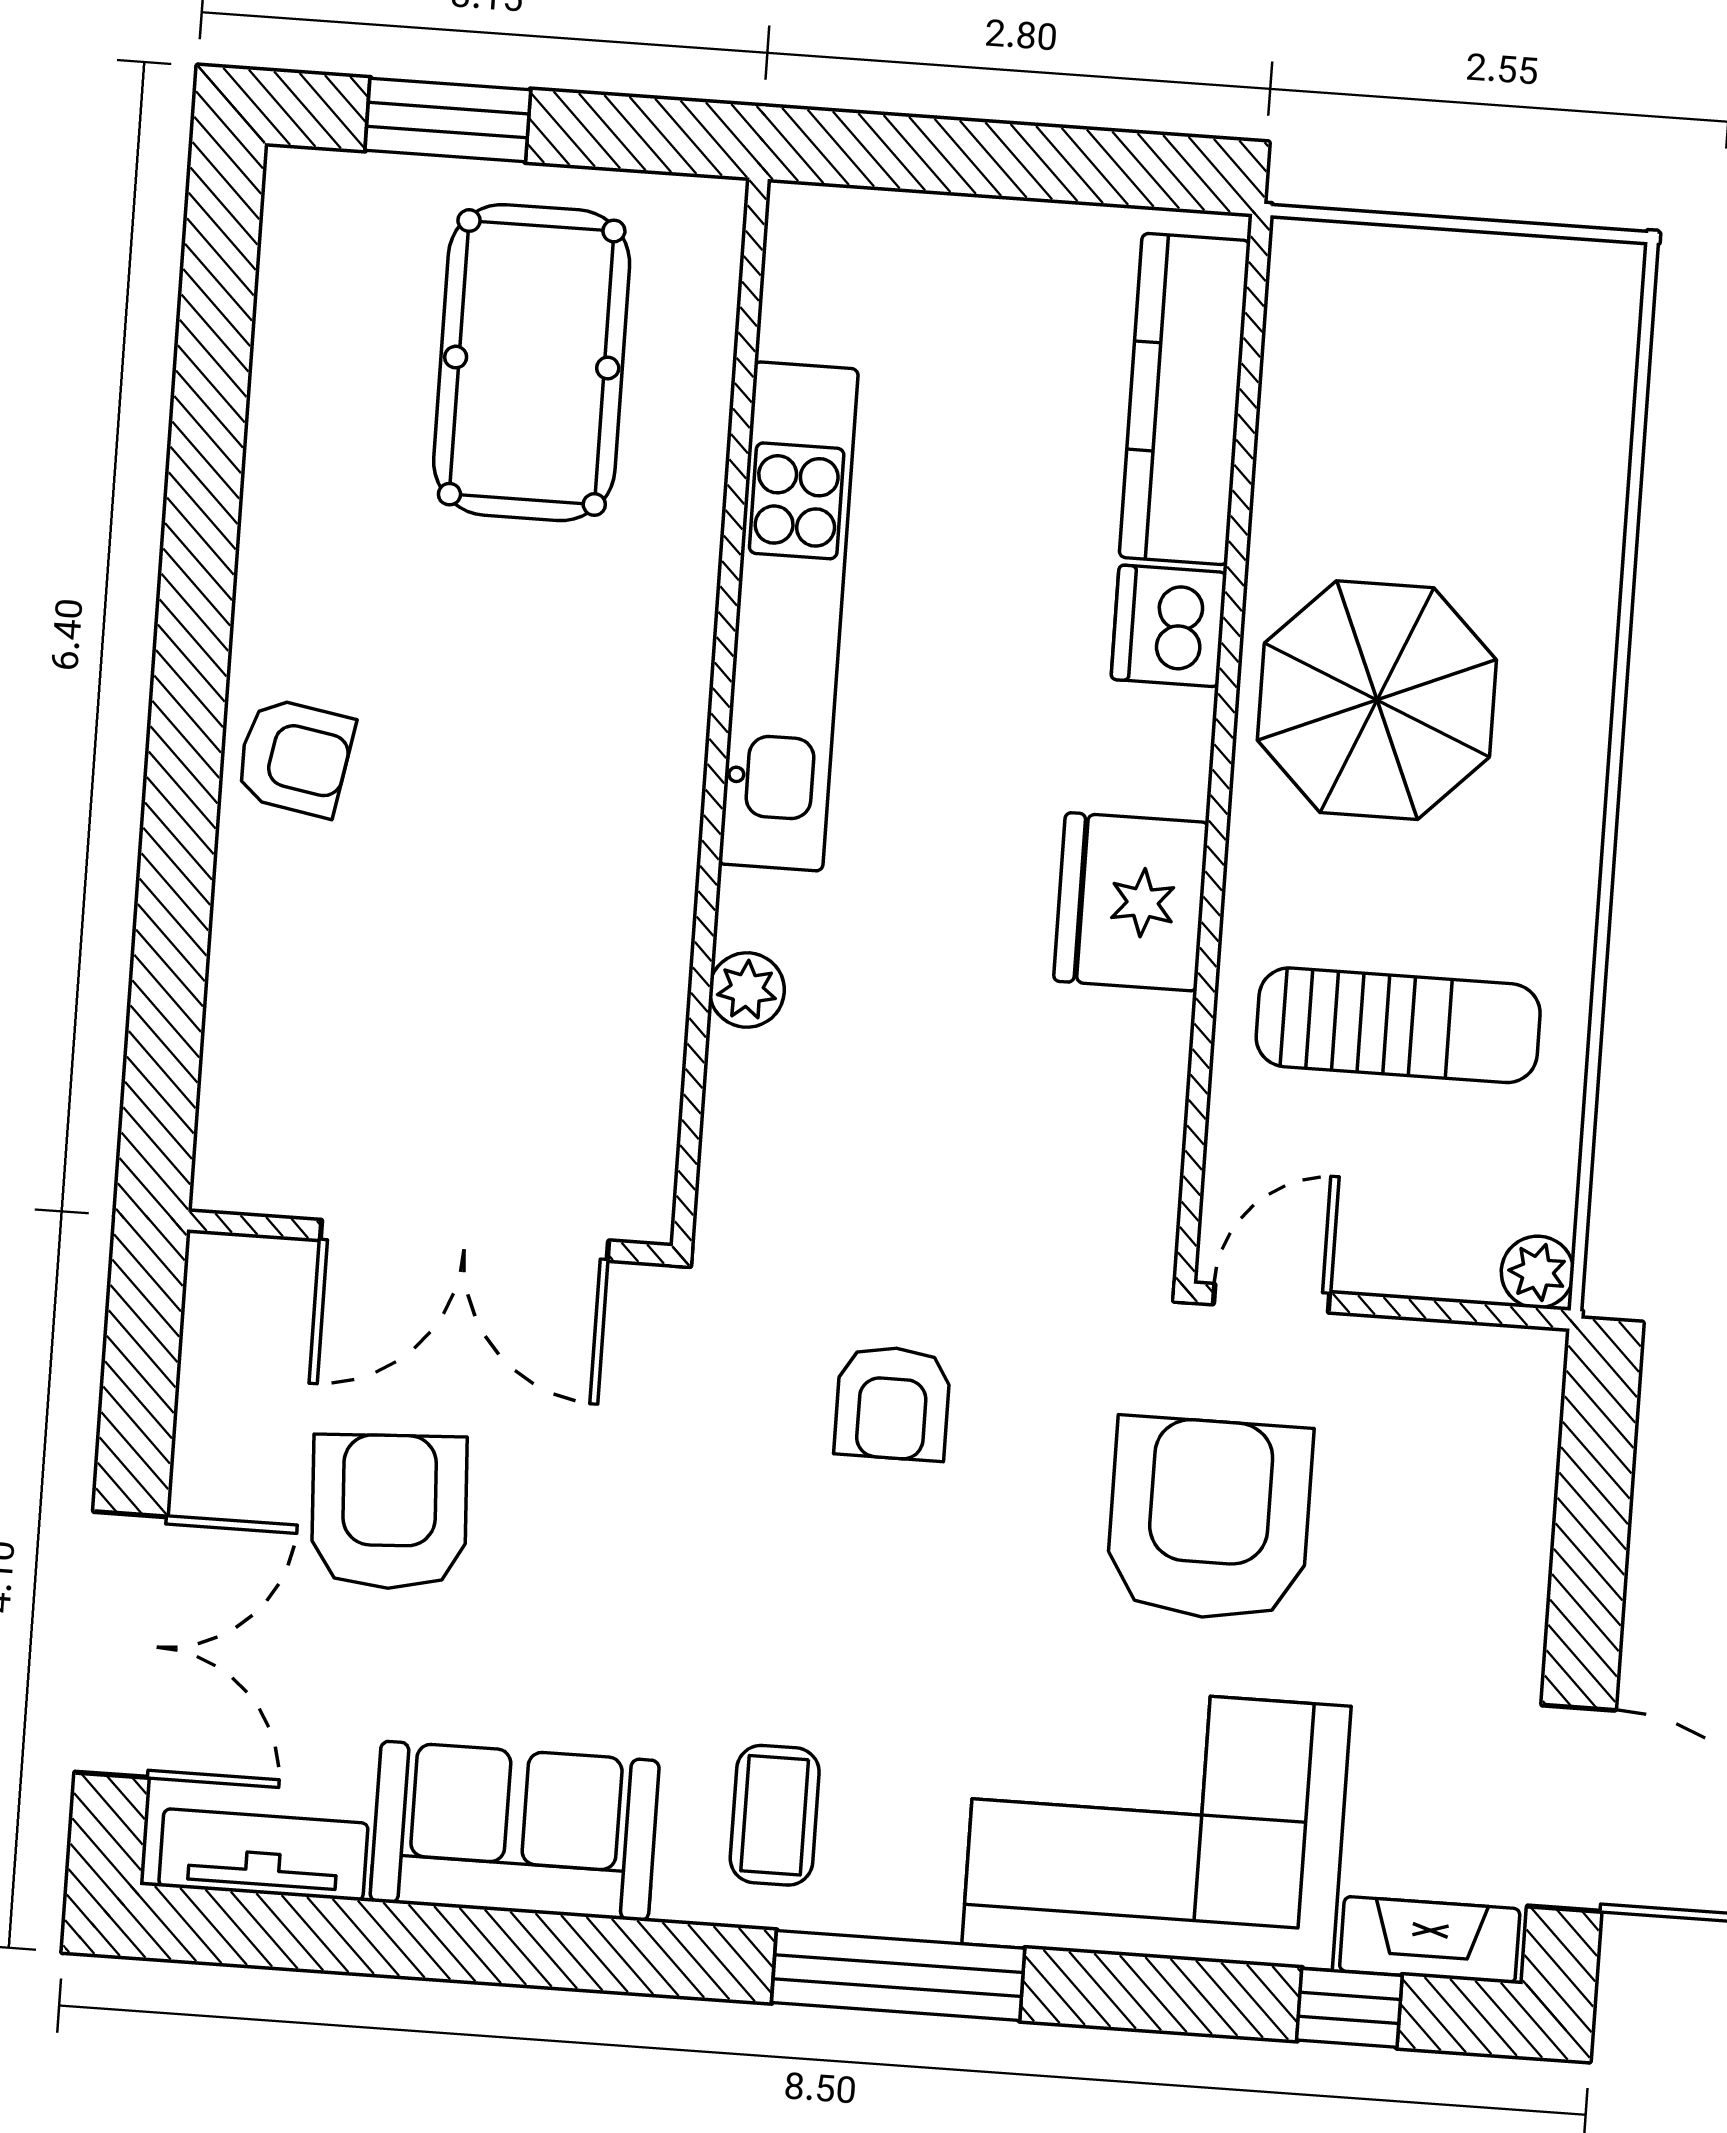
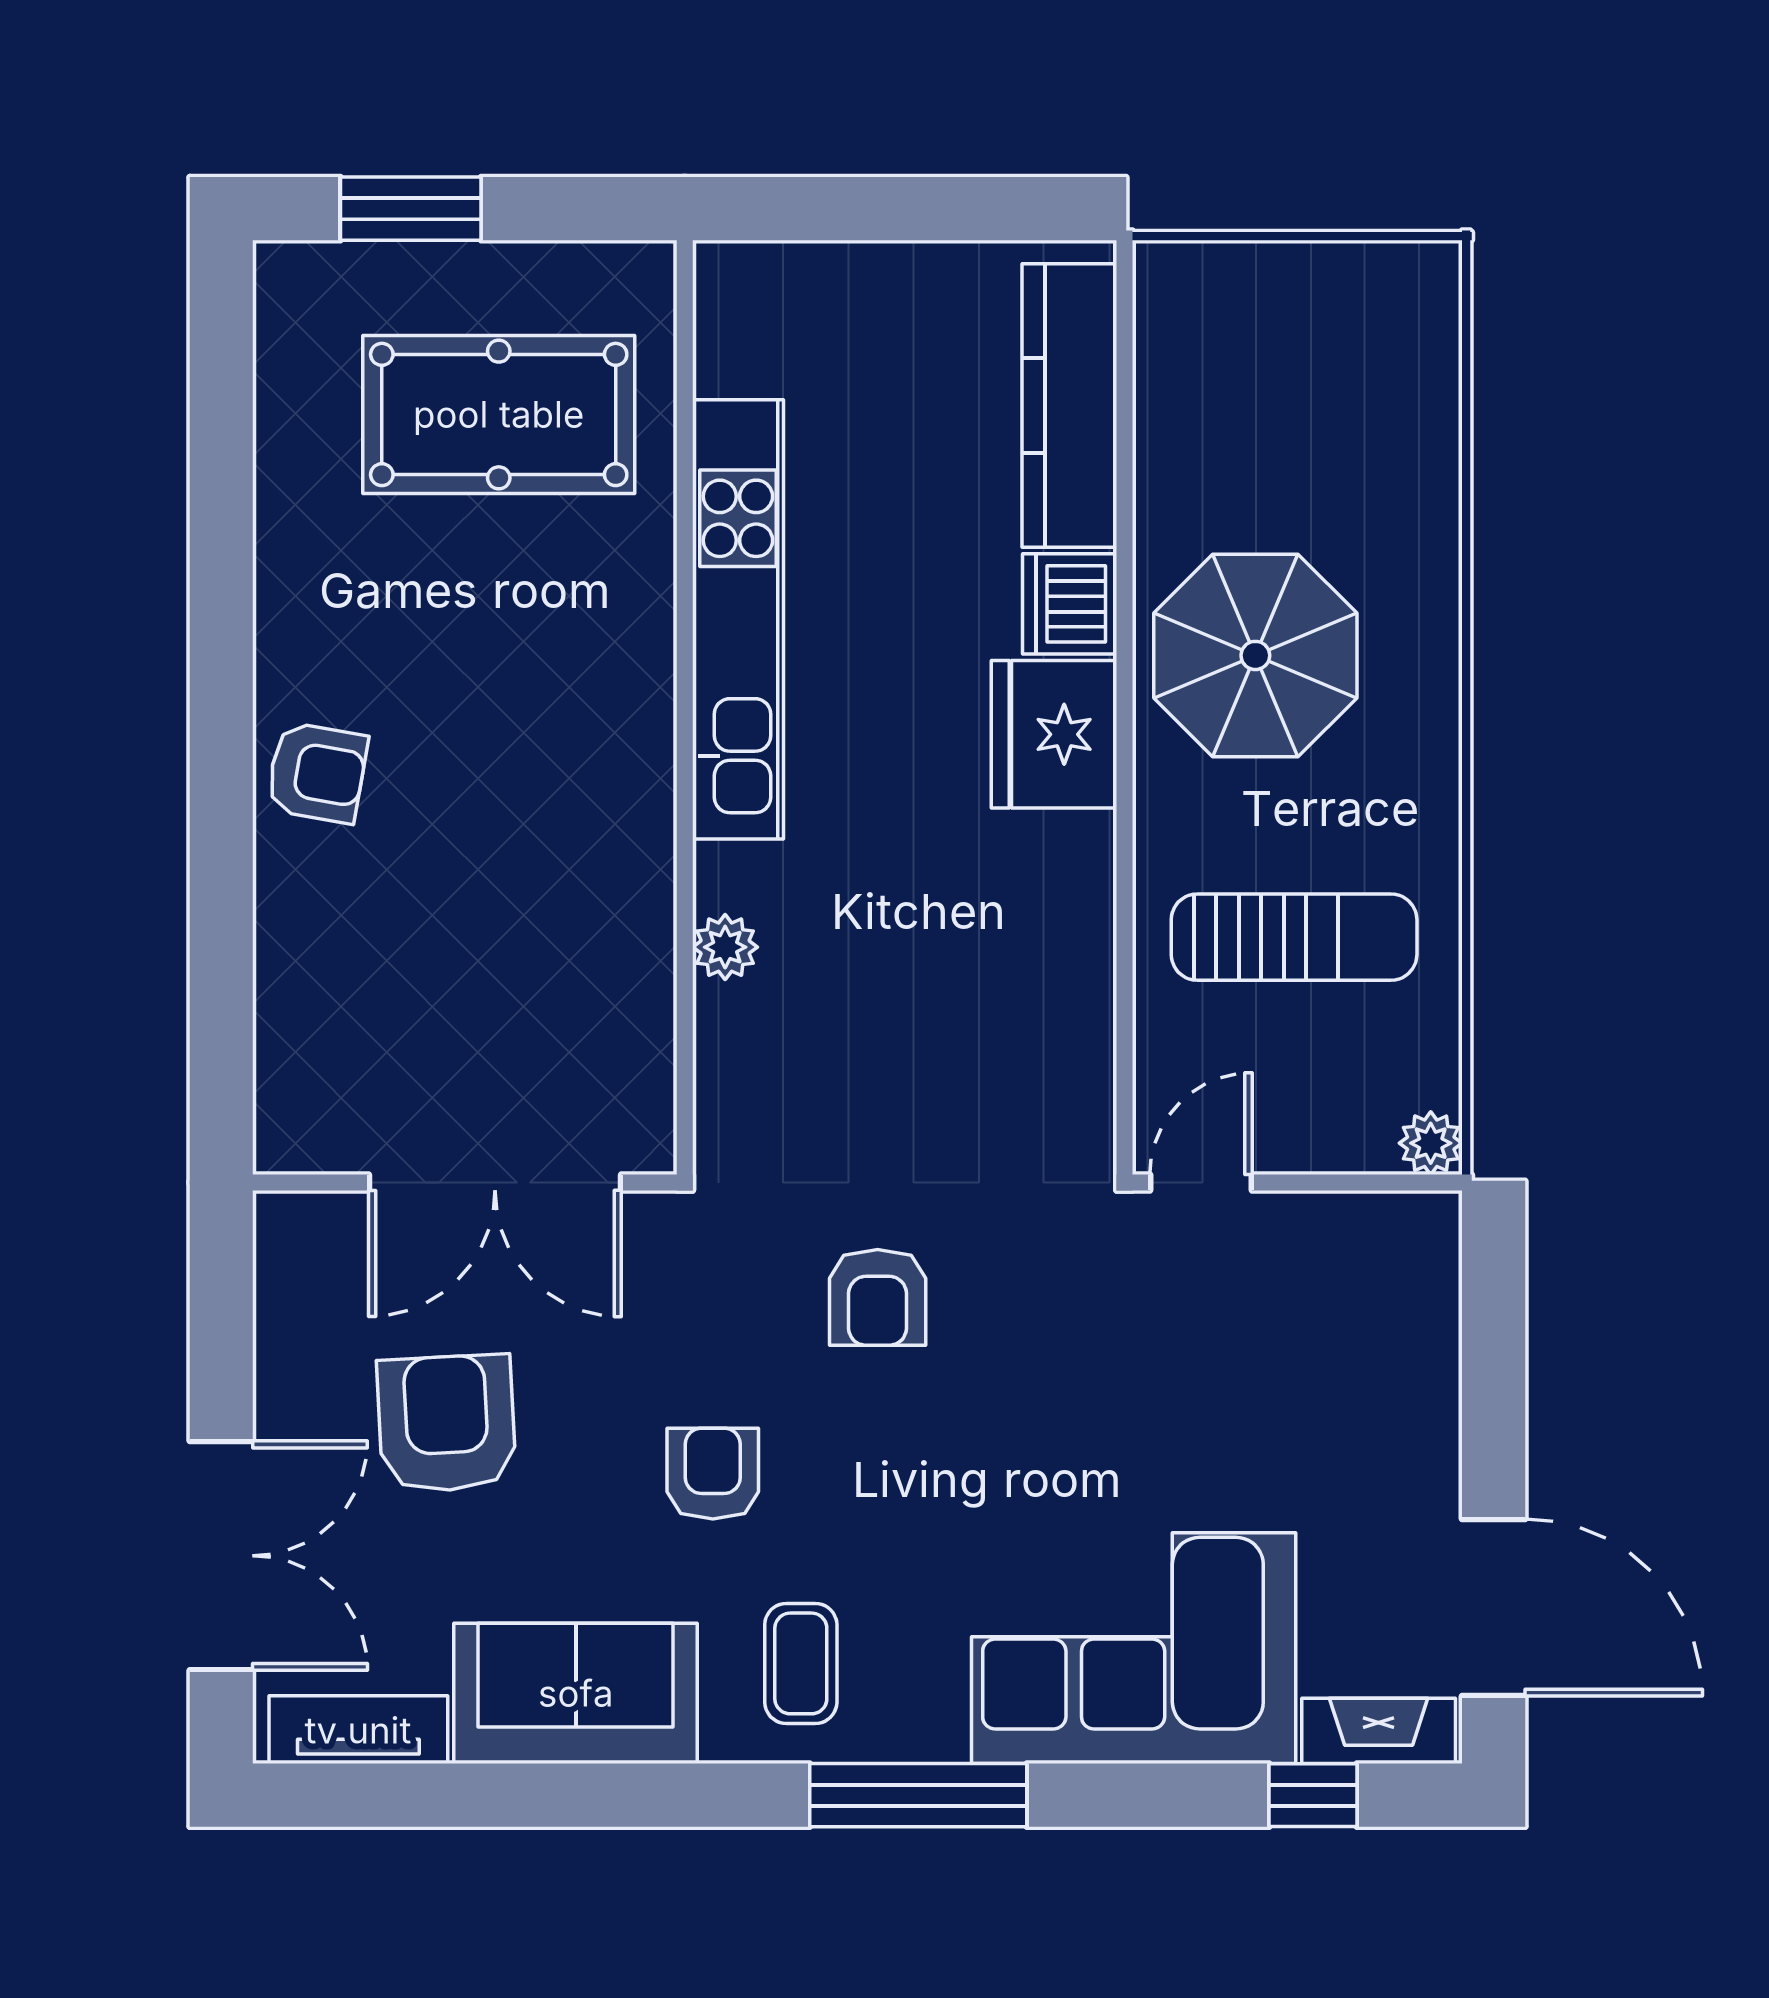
pool table: (532, 363) -> (499, 414), turned 90
fridge: (1131, 902) -> (1054, 734), moved
armchair: (1209, 1519) -> (713, 1474), moved, width x0.53, depth x0.53

